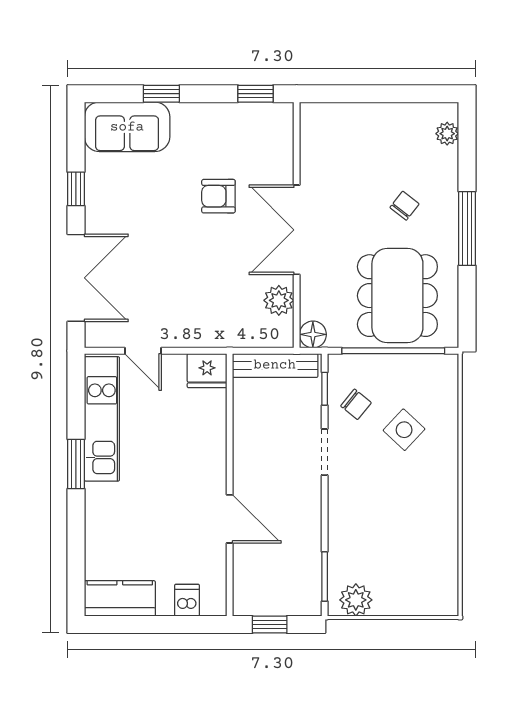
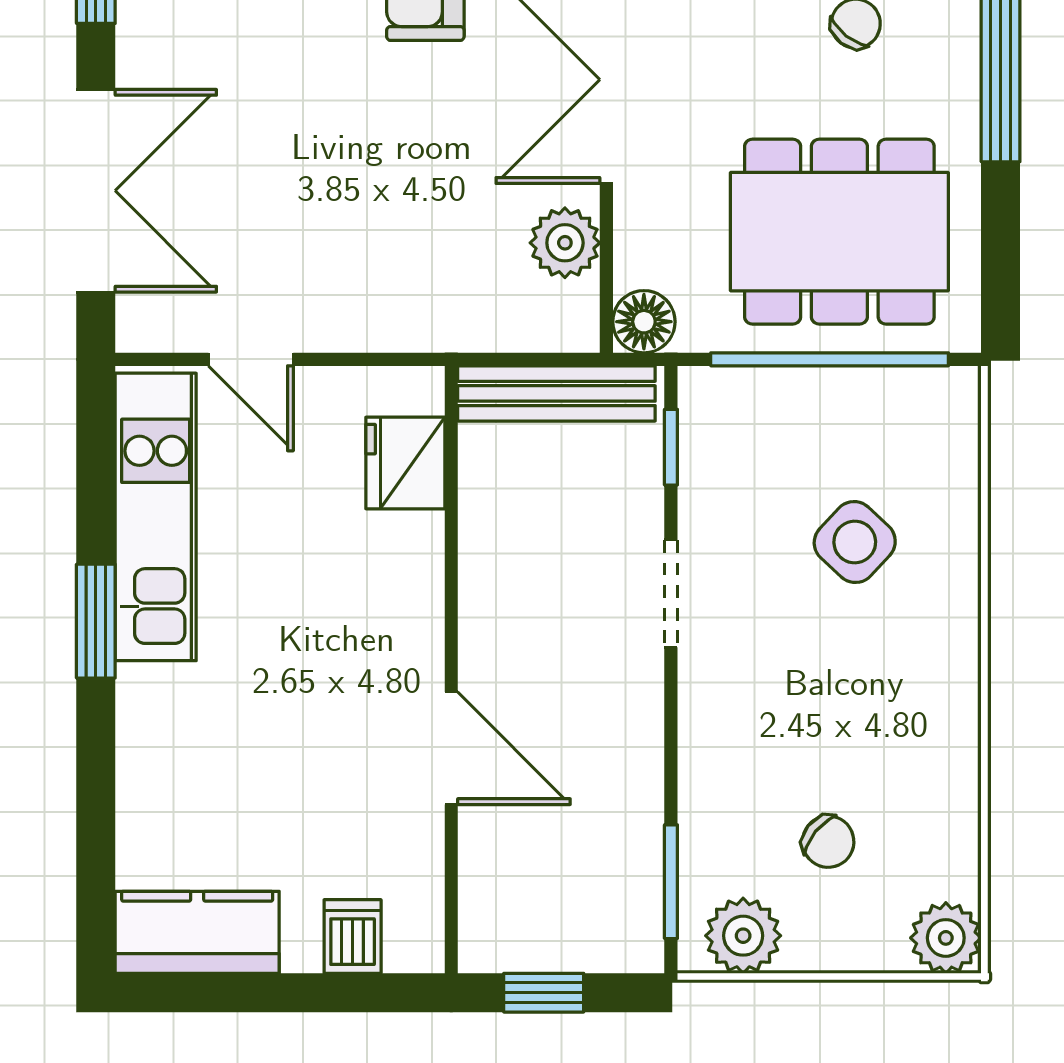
dining table: (397, 296) -> (839, 232), turned 90
fridge: (207, 371) -> (405, 463), moved, turned 90
chair: (356, 404) -> (828, 842), moved
plant: (443, 601) -> (946, 938), added

